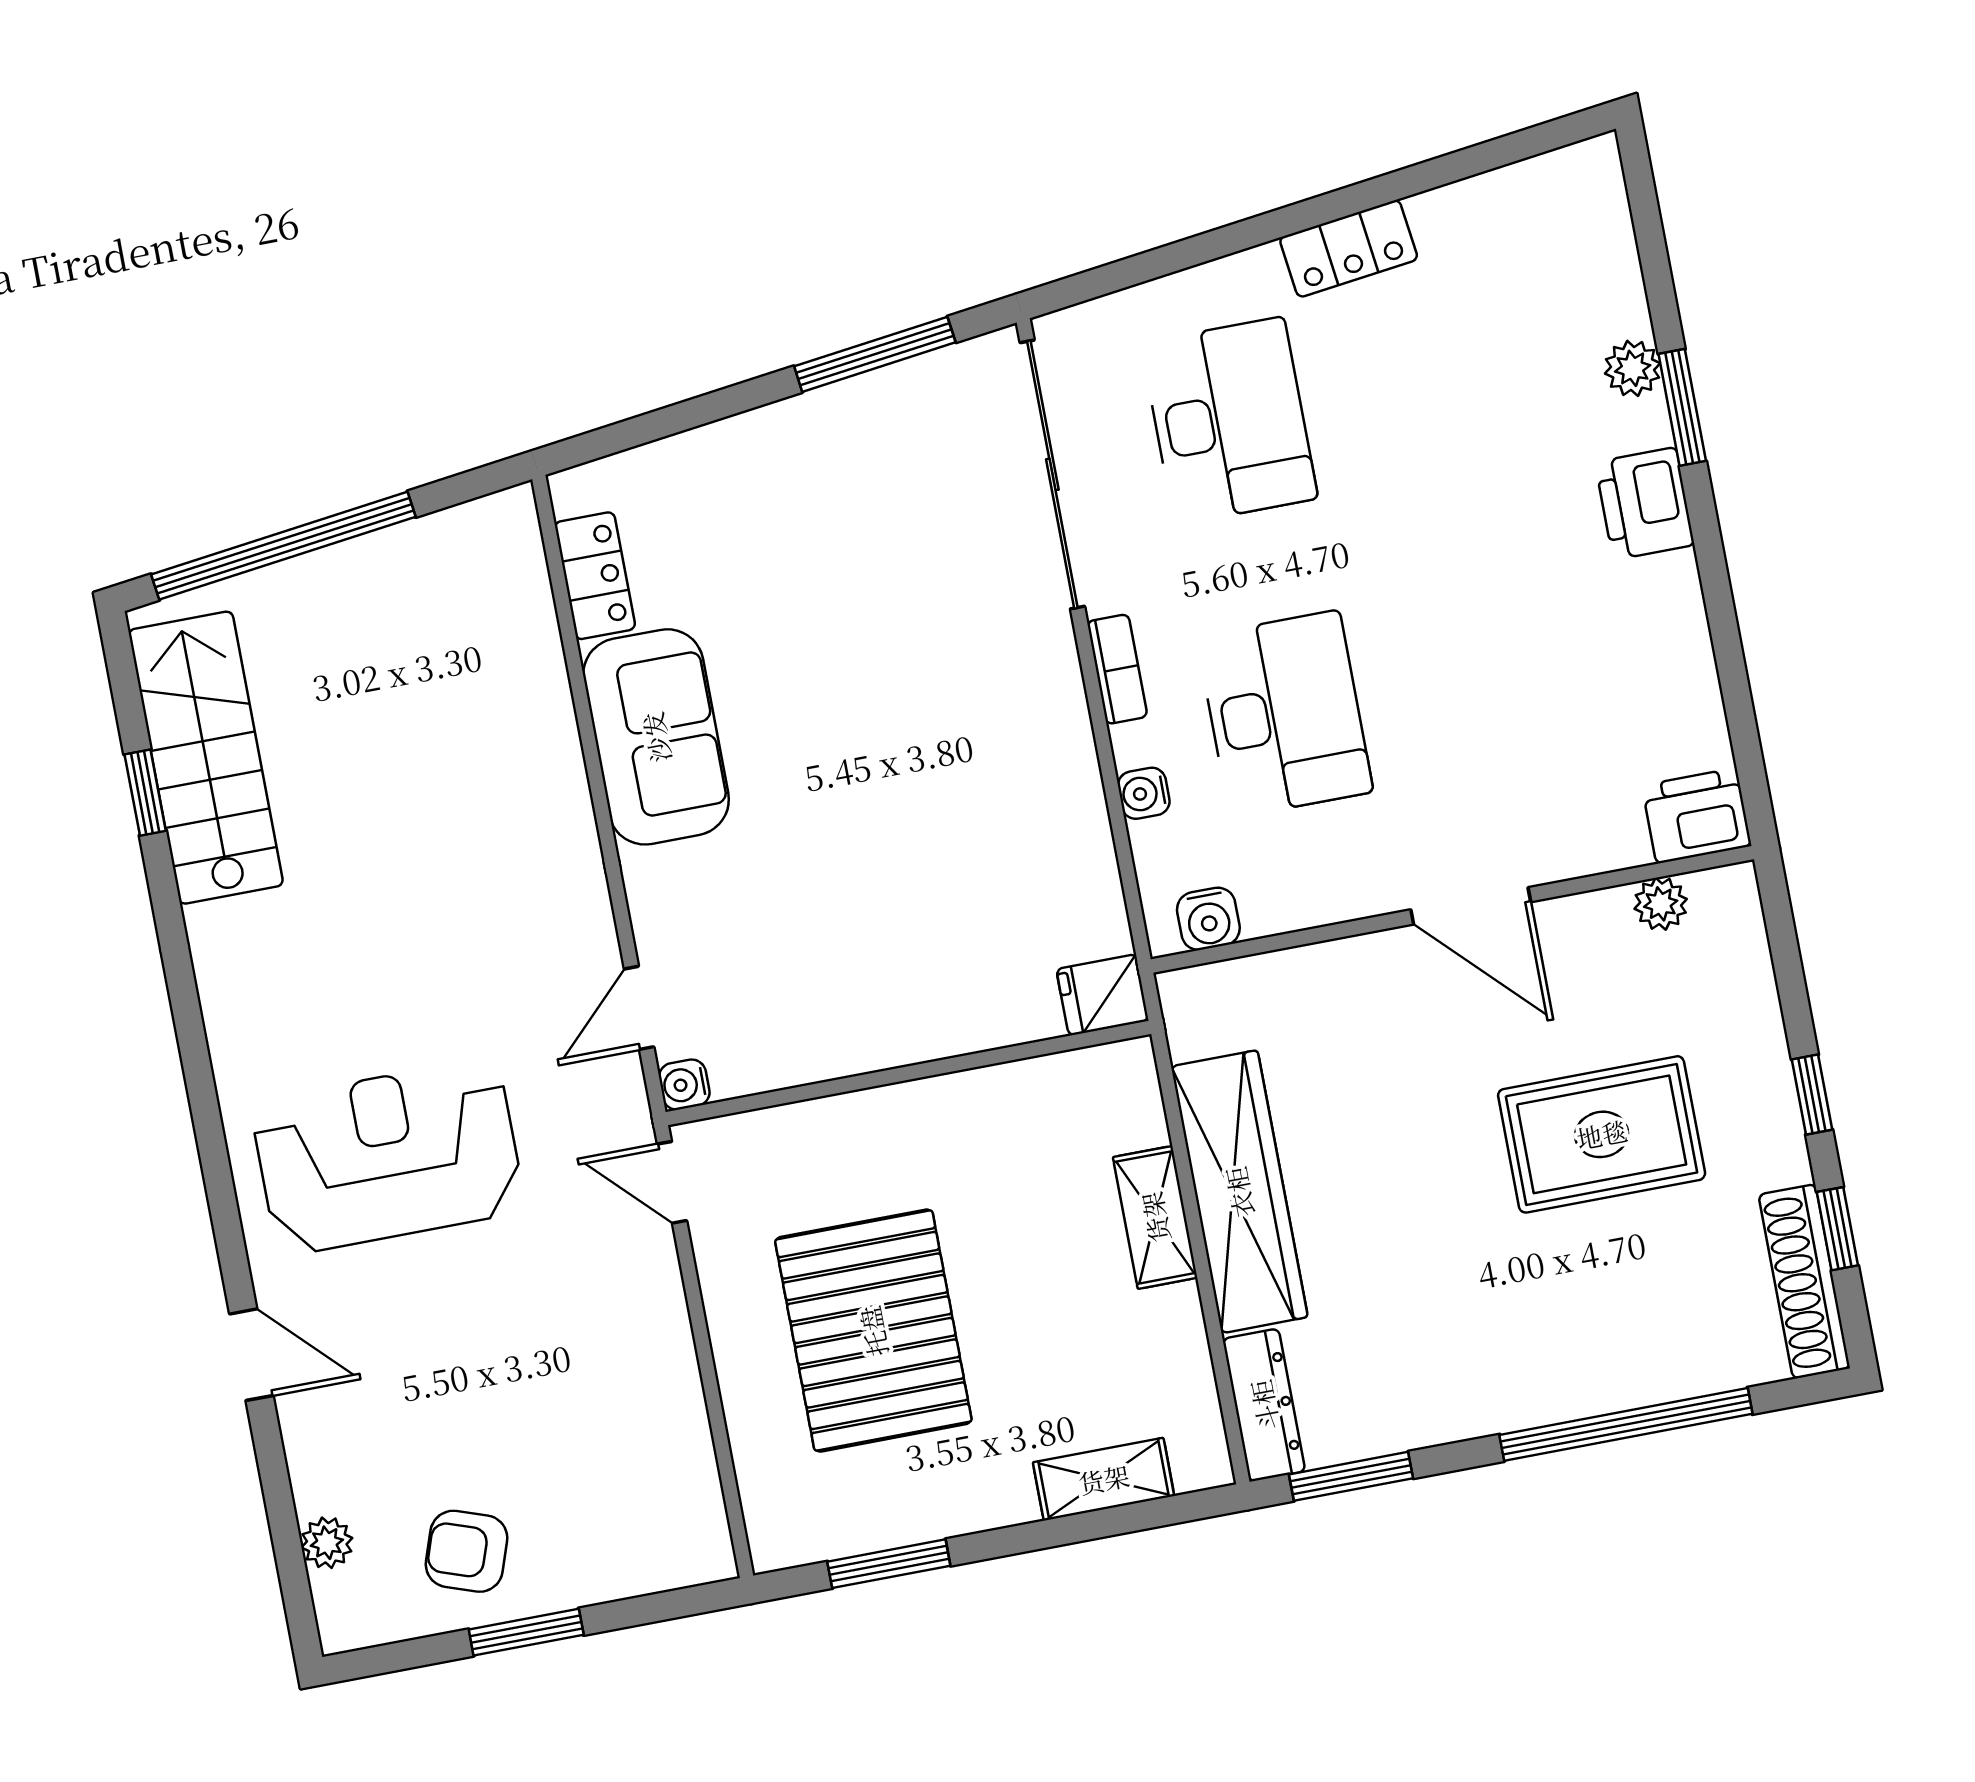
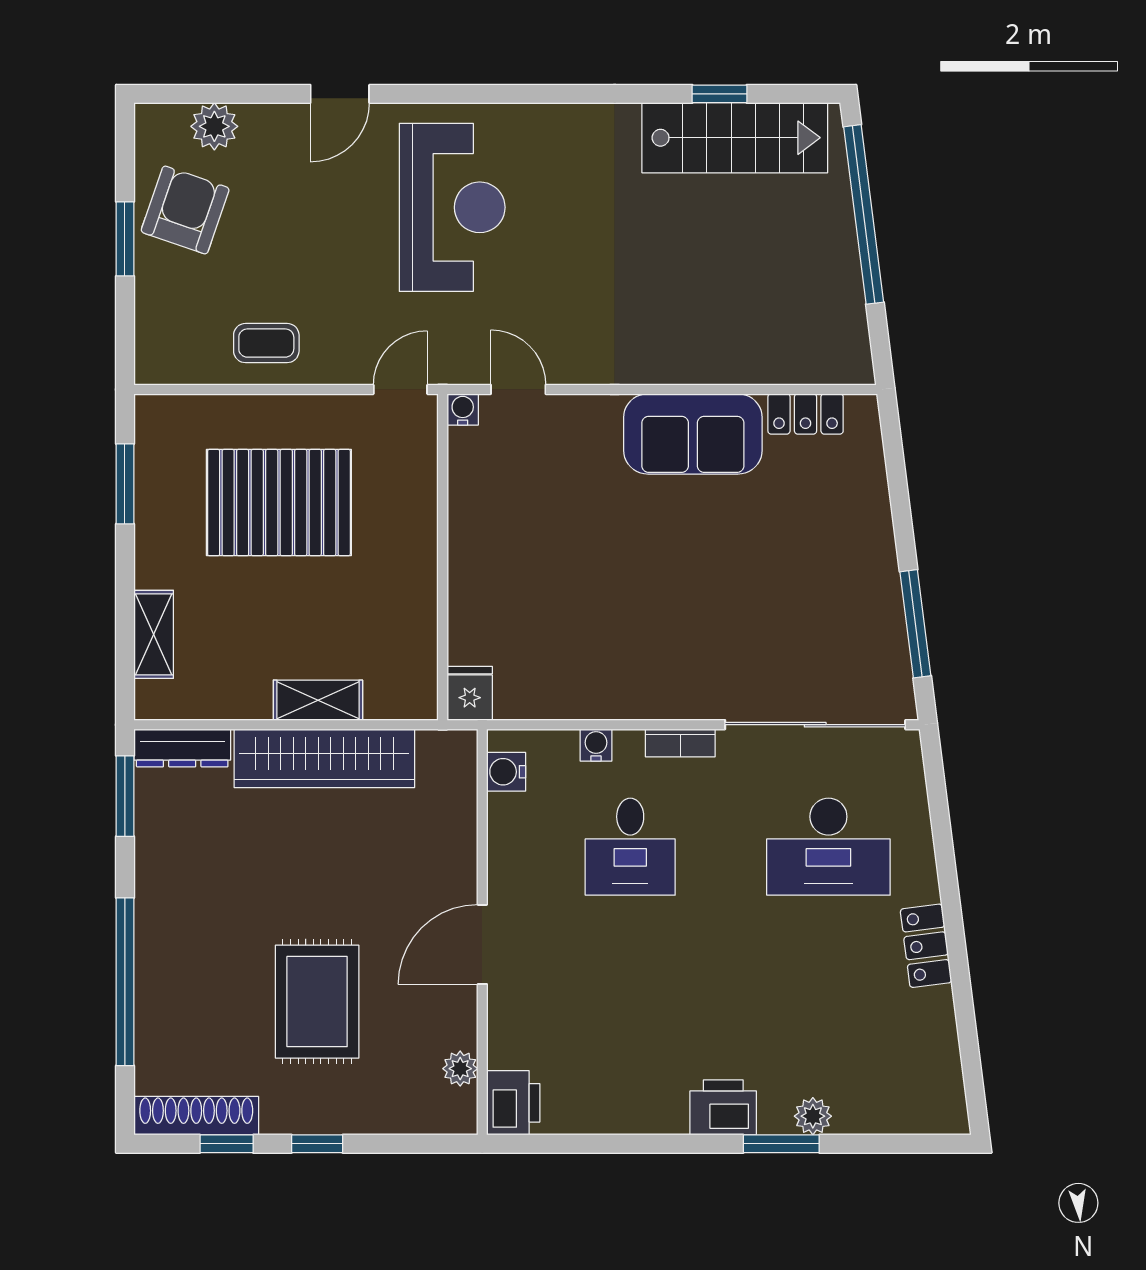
desk: (1285, 714) -> (630, 847), width x0.73
coffee table: (641, 1394) -> (266, 343), added
plant: (327, 1543) -> (214, 126), width x1.38, depth x1.38
armchair: (467, 1551) -> (185, 210), width x1.38, depth x1.38

